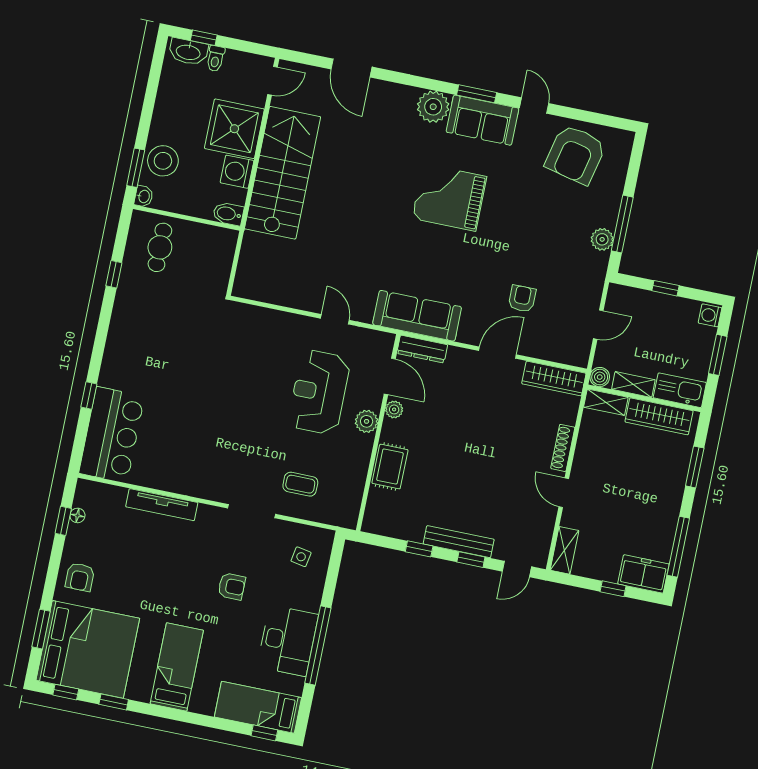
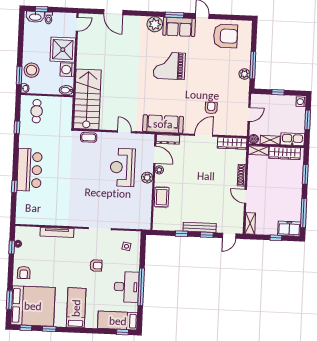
armchair: (576, 154) -> (225, 36), turned -103
stairs: (283, 173) -> (87, 99), moved
bar counter: (112, 435) -> (29, 170), moved
coffee table: (300, 484) -> (89, 137), moved

